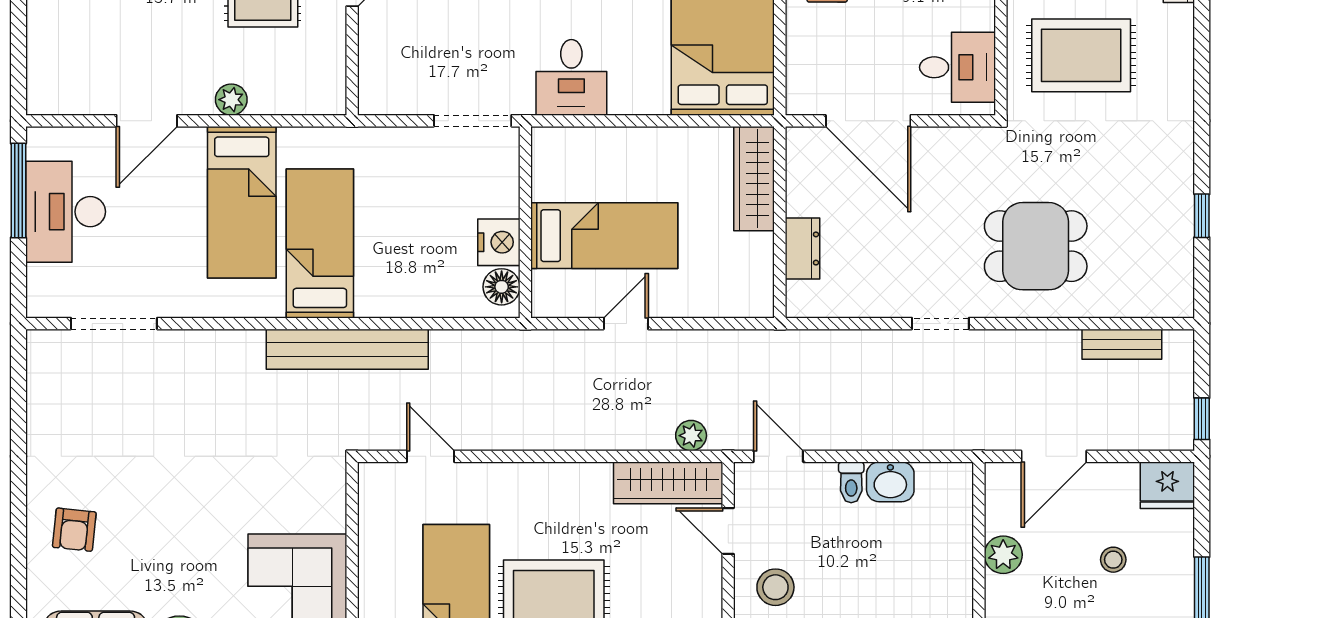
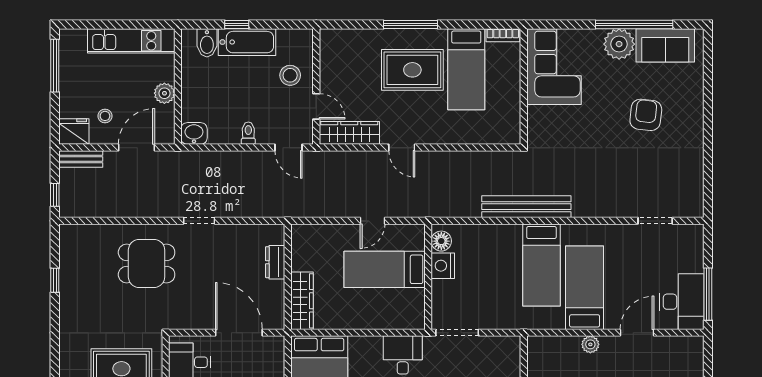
desk: (66, 212) -> (682, 302), moved
doorway: (114, 324) -> (655, 221), width x0.73
bench: (1122, 344) -> (81, 159), moved
window: (1202, 419) -> (55, 195), moved
plant: (691, 436) -> (337, 159), removed
door: (430, 456) -> (402, 148), moved
washbasin: (890, 482) -> (194, 133), moved
armchair: (74, 530) -> (646, 115), moved, width x1.38, depth x1.38
stool: (1113, 560) -> (105, 116), moved

